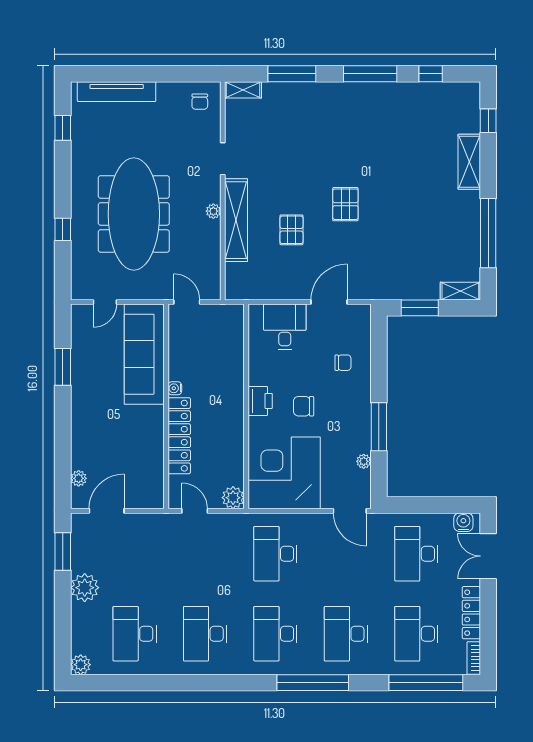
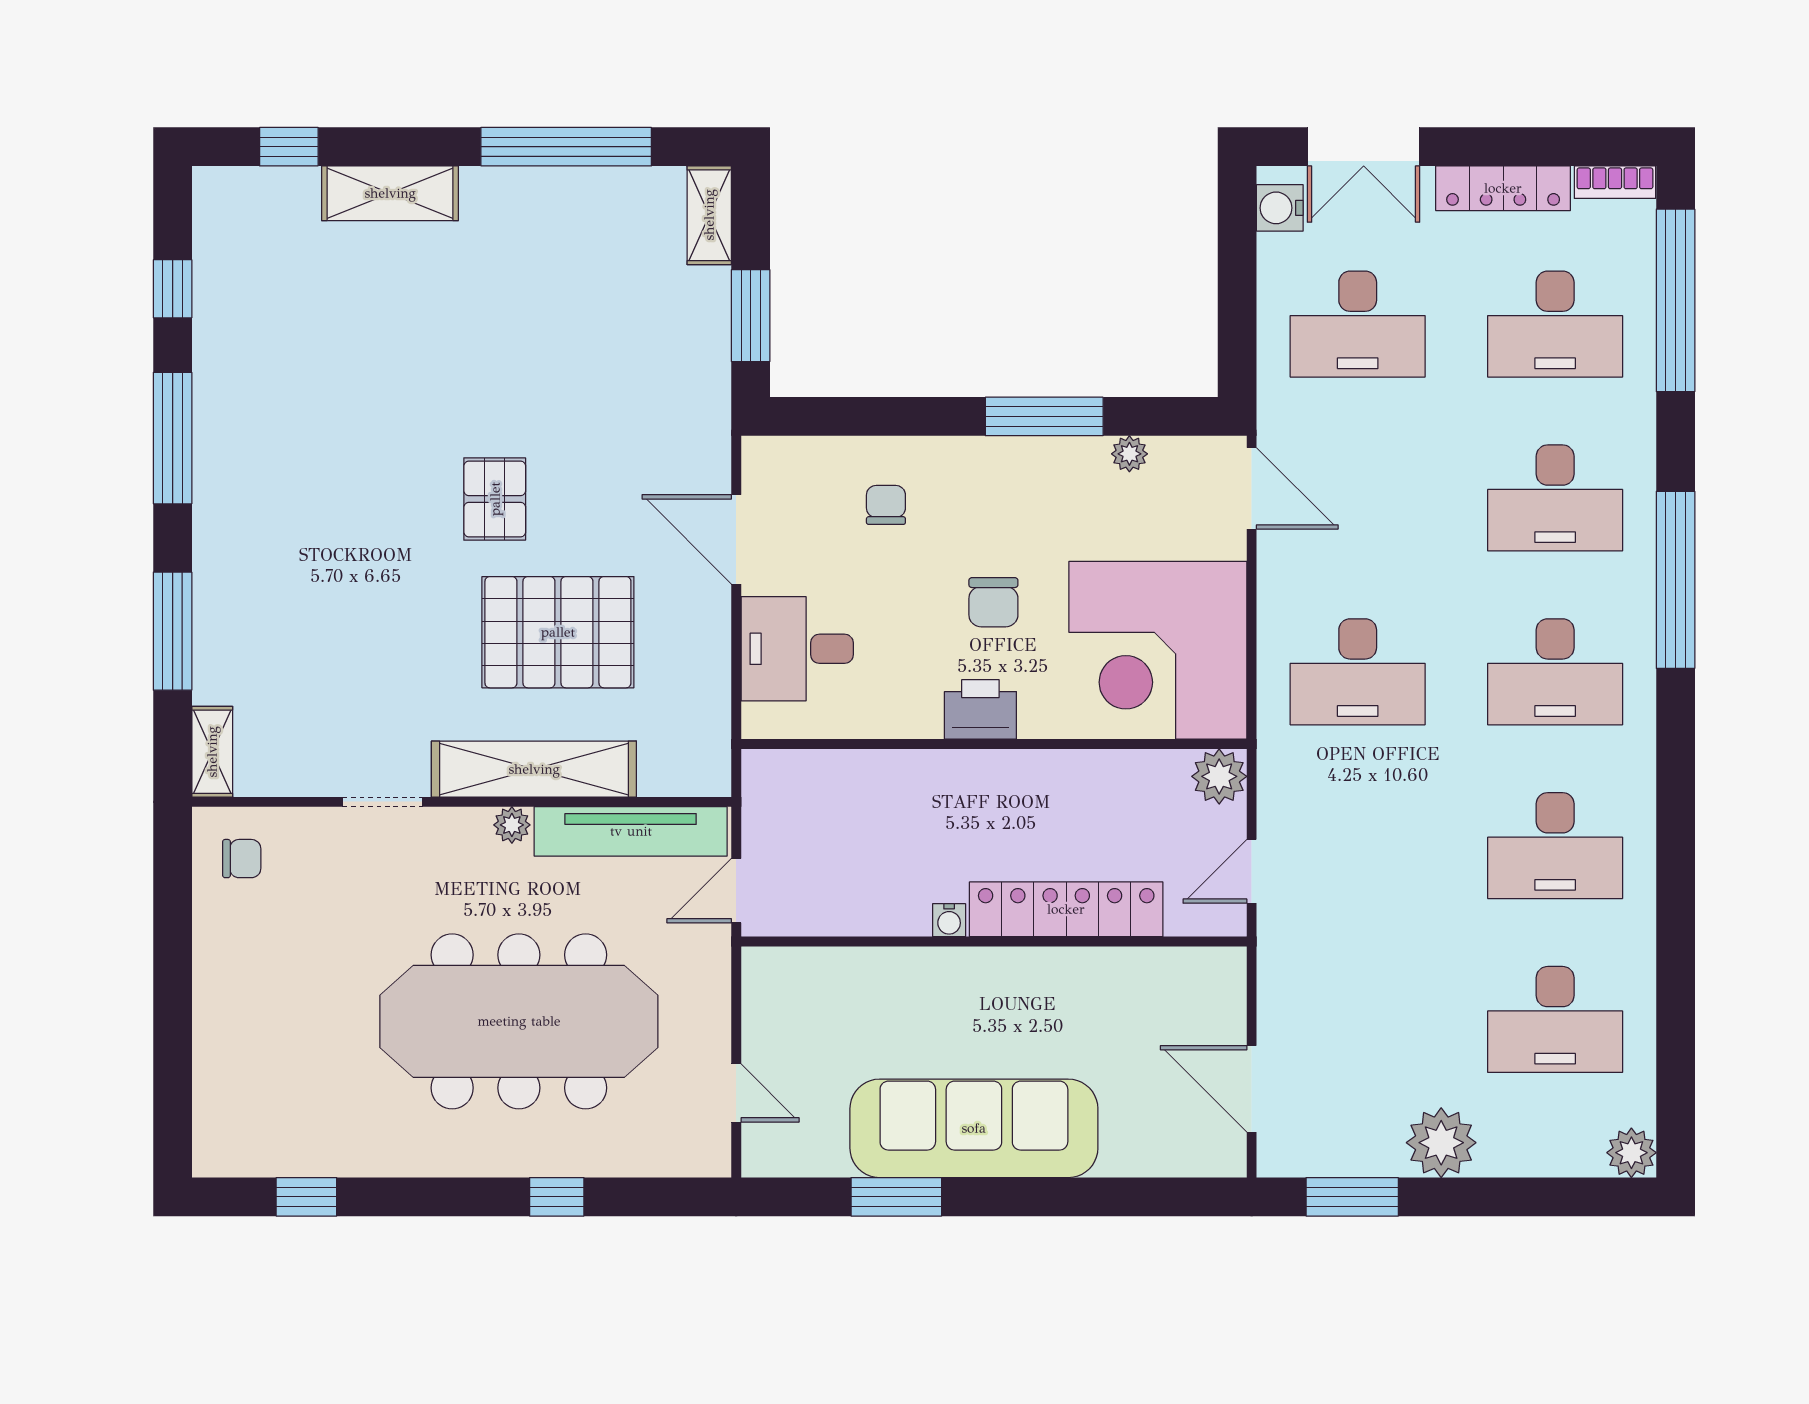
tv unit: (117, 92) -> (631, 831), moved, turned 90
pallet: (345, 204) -> (495, 499), turned 90
pallet: (291, 230) -> (558, 632), width x2.05, depth x2.00
sofa: (144, 354) -> (974, 1128), moved, turned 180
plant: (79, 478) -> (1171, 1158), removed
door: (350, 511) -> (1252, 488), hinge flipped

